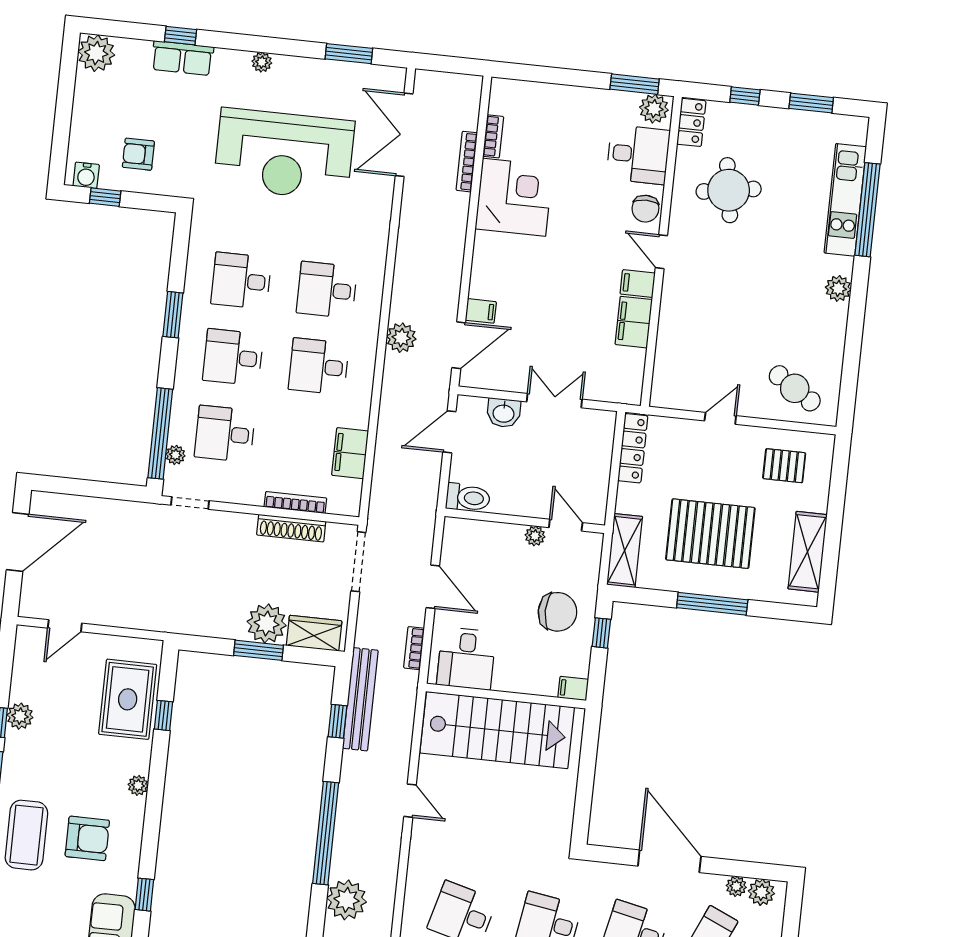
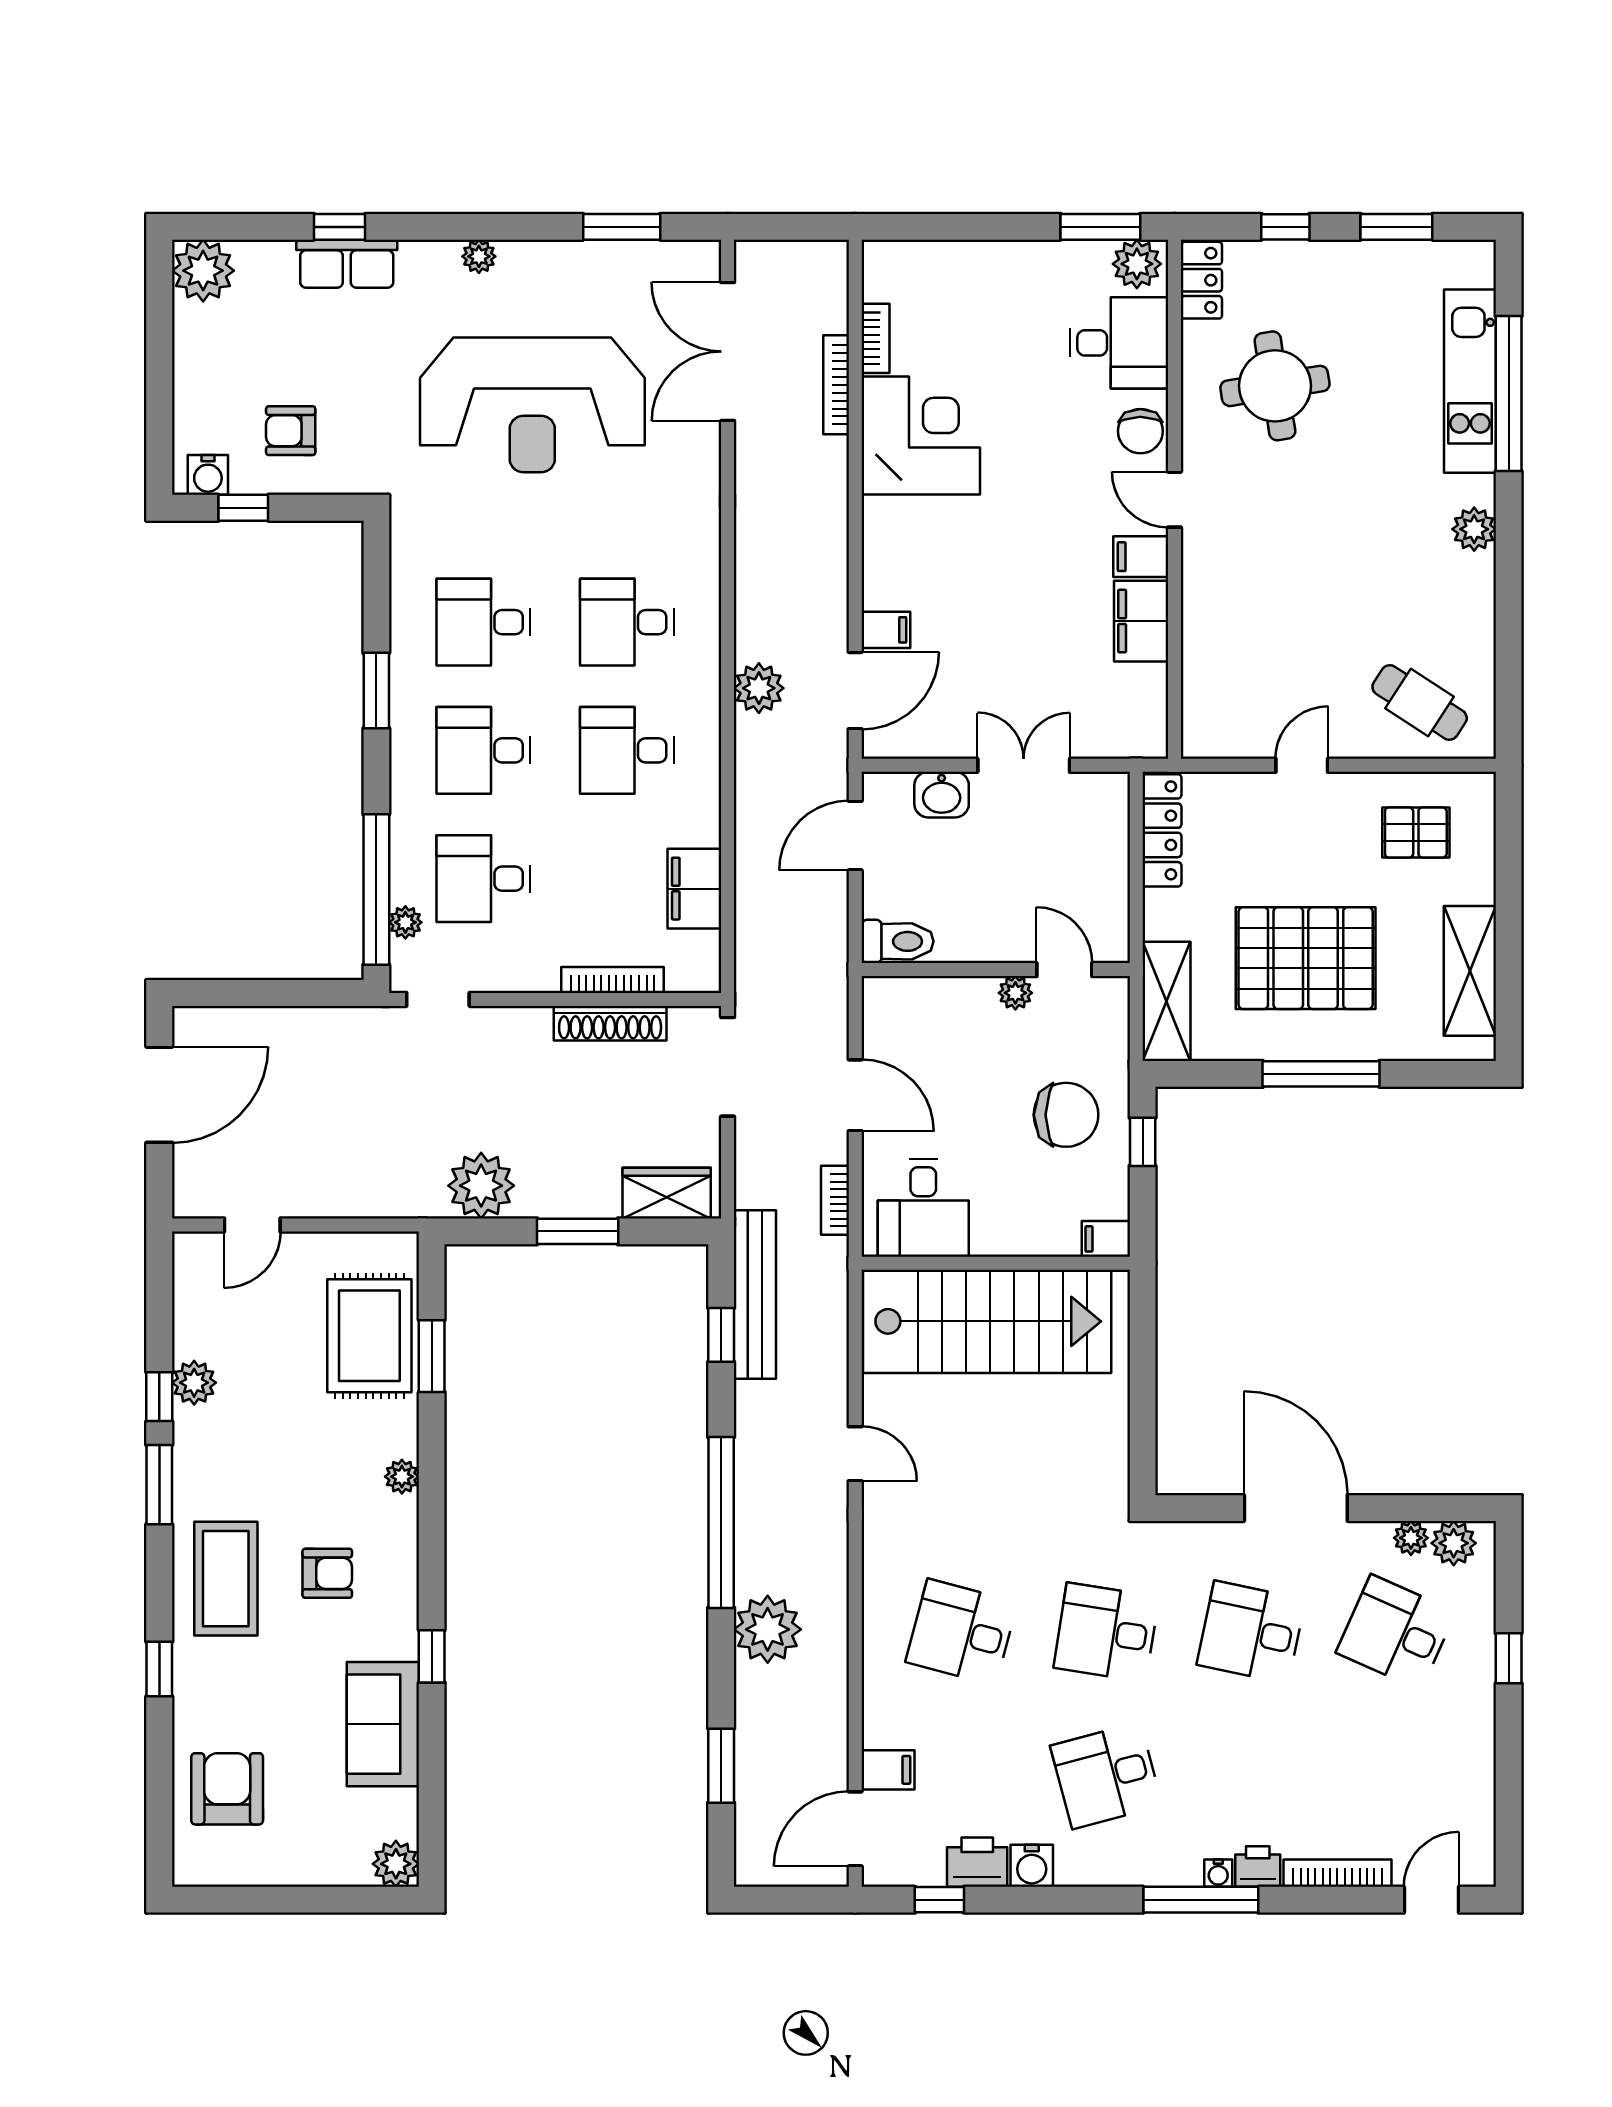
plant: (267, 624) -> (481, 1186), moved
window: (163, 715) -> (432, 1356), width x1.50
armchair: (87, 838) -> (327, 1573), width x0.72, depth x0.72

